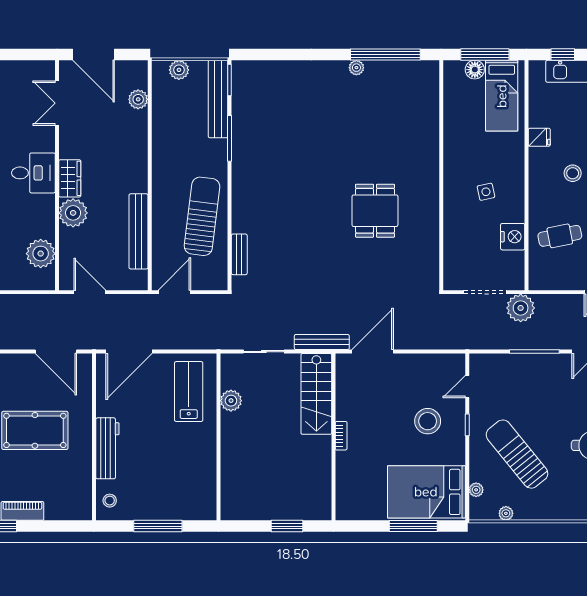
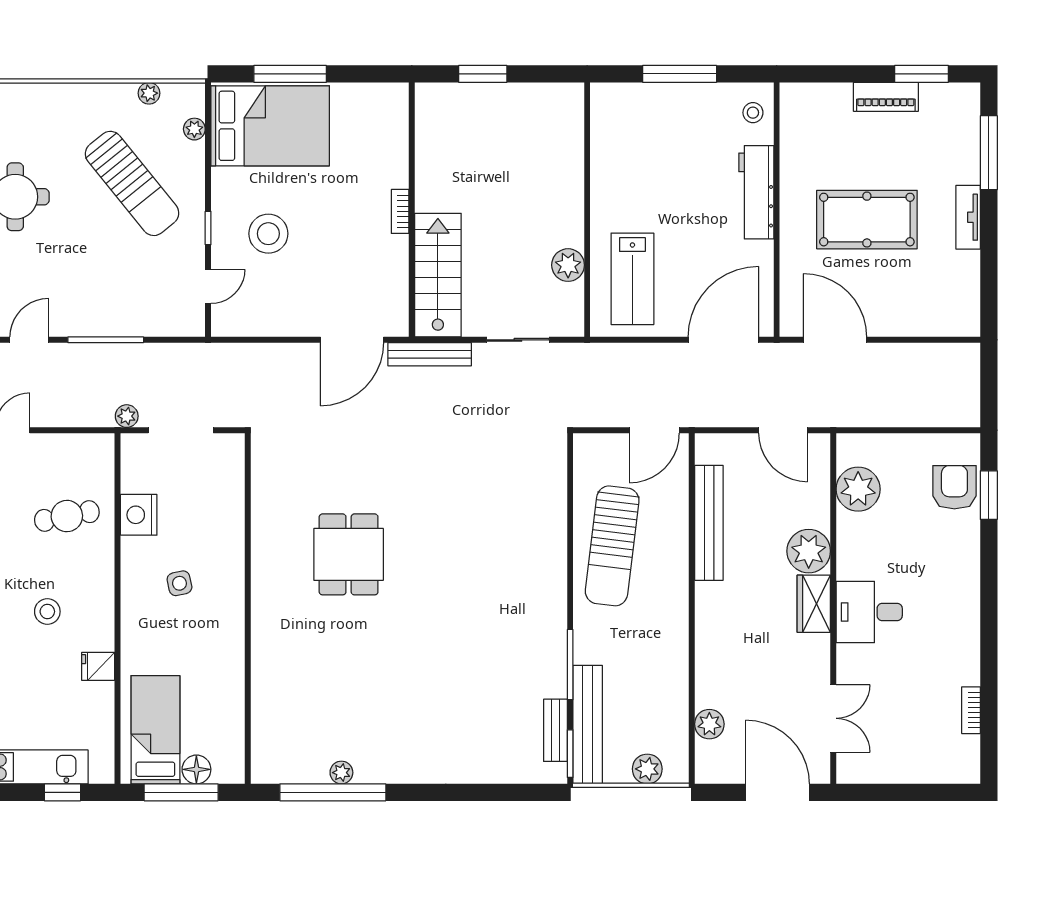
plant: (356, 68) -> (341, 773), moved
bench: (239, 254) -> (555, 730), moved
plant: (521, 308) -> (127, 416), width x0.53, depth x0.53

